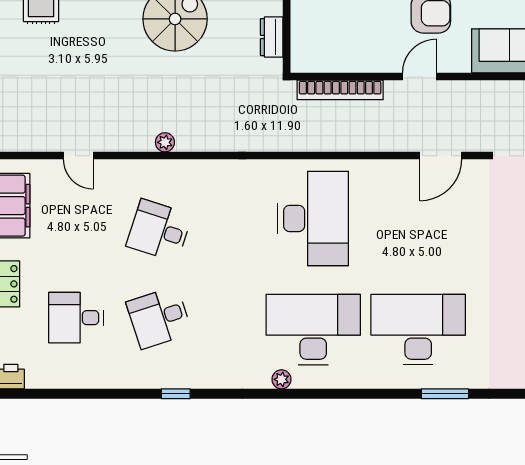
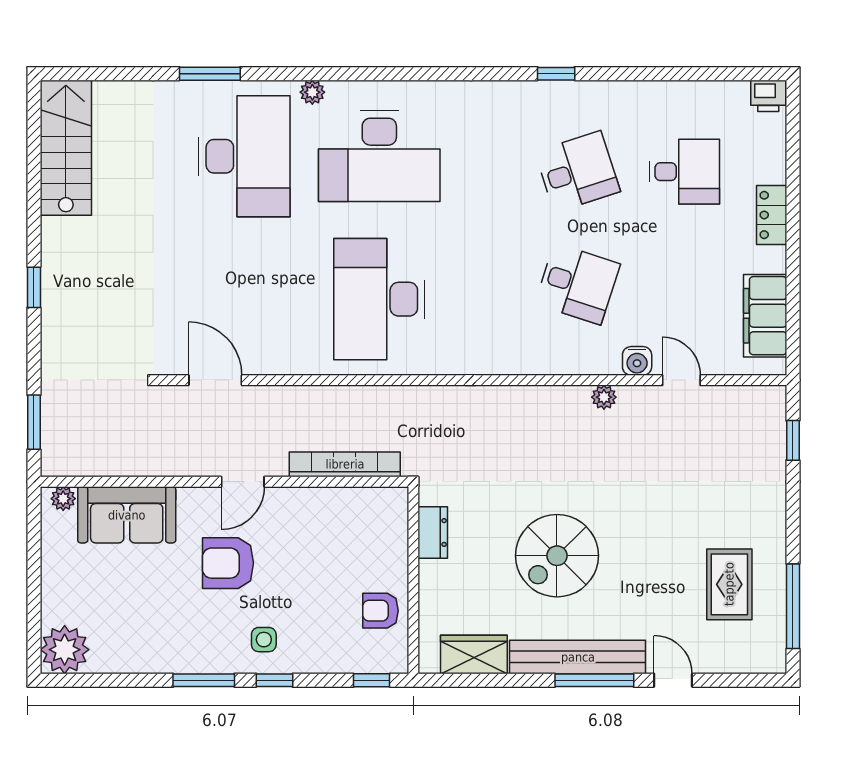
plant: (165, 142) -> (604, 397), moved
door: (441, 156) -> (215, 380), hinge flipped
water cooler: (113, 170) -> (637, 361), added
desk: (418, 330) -> (244, 156), turned -90
plant: (281, 379) -> (312, 92), moved

